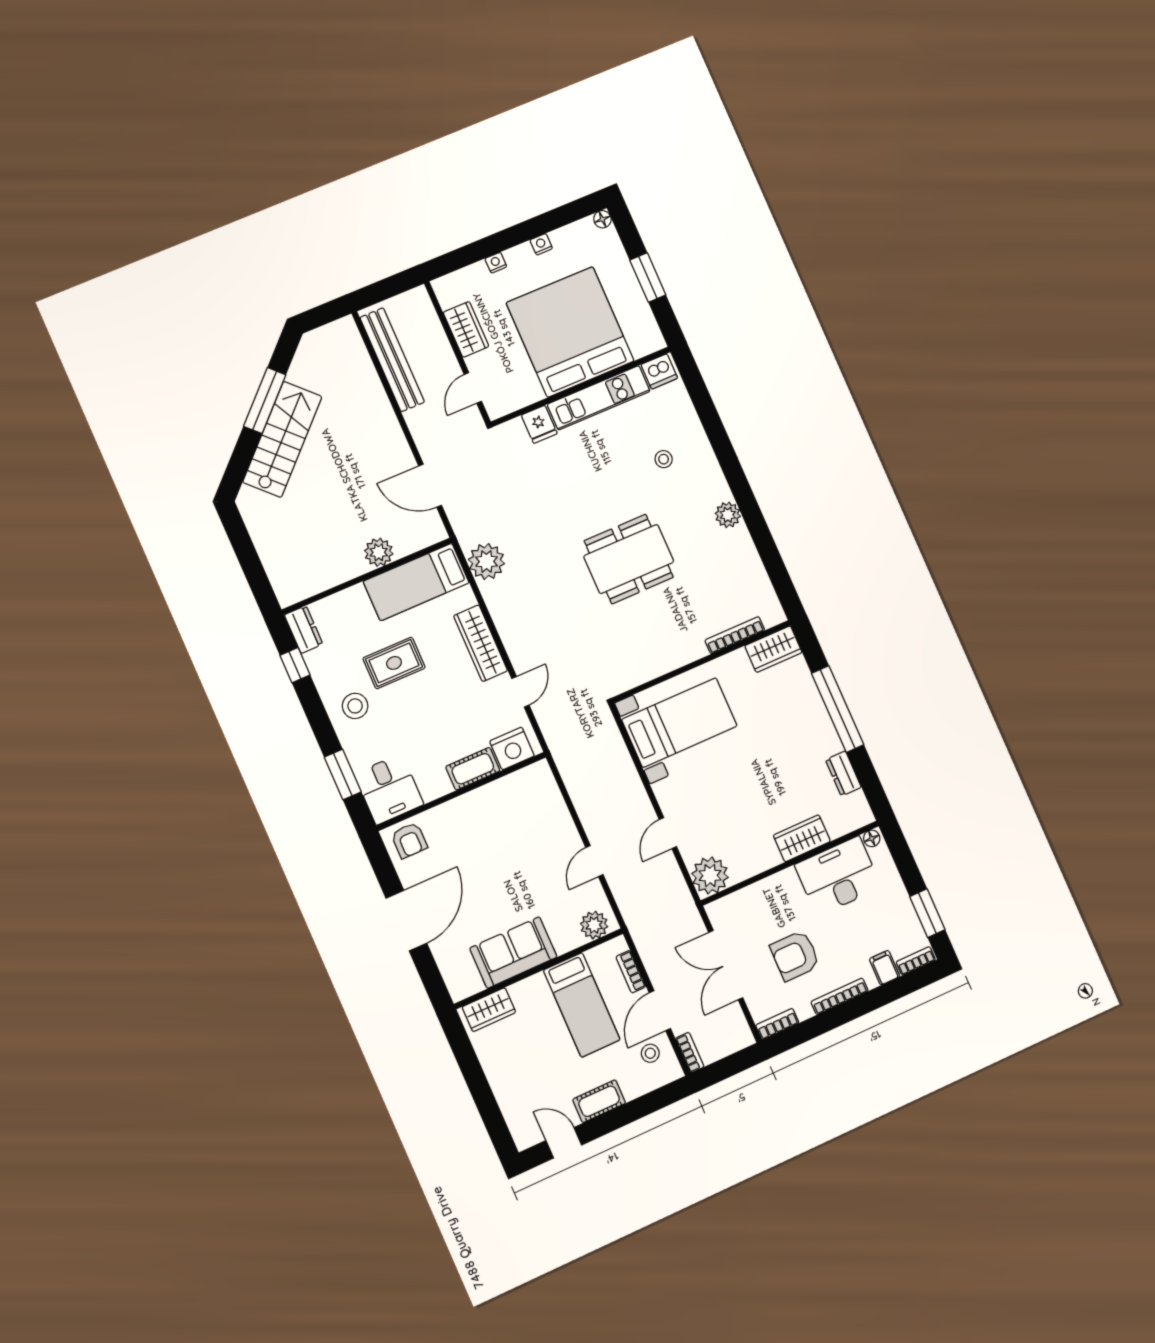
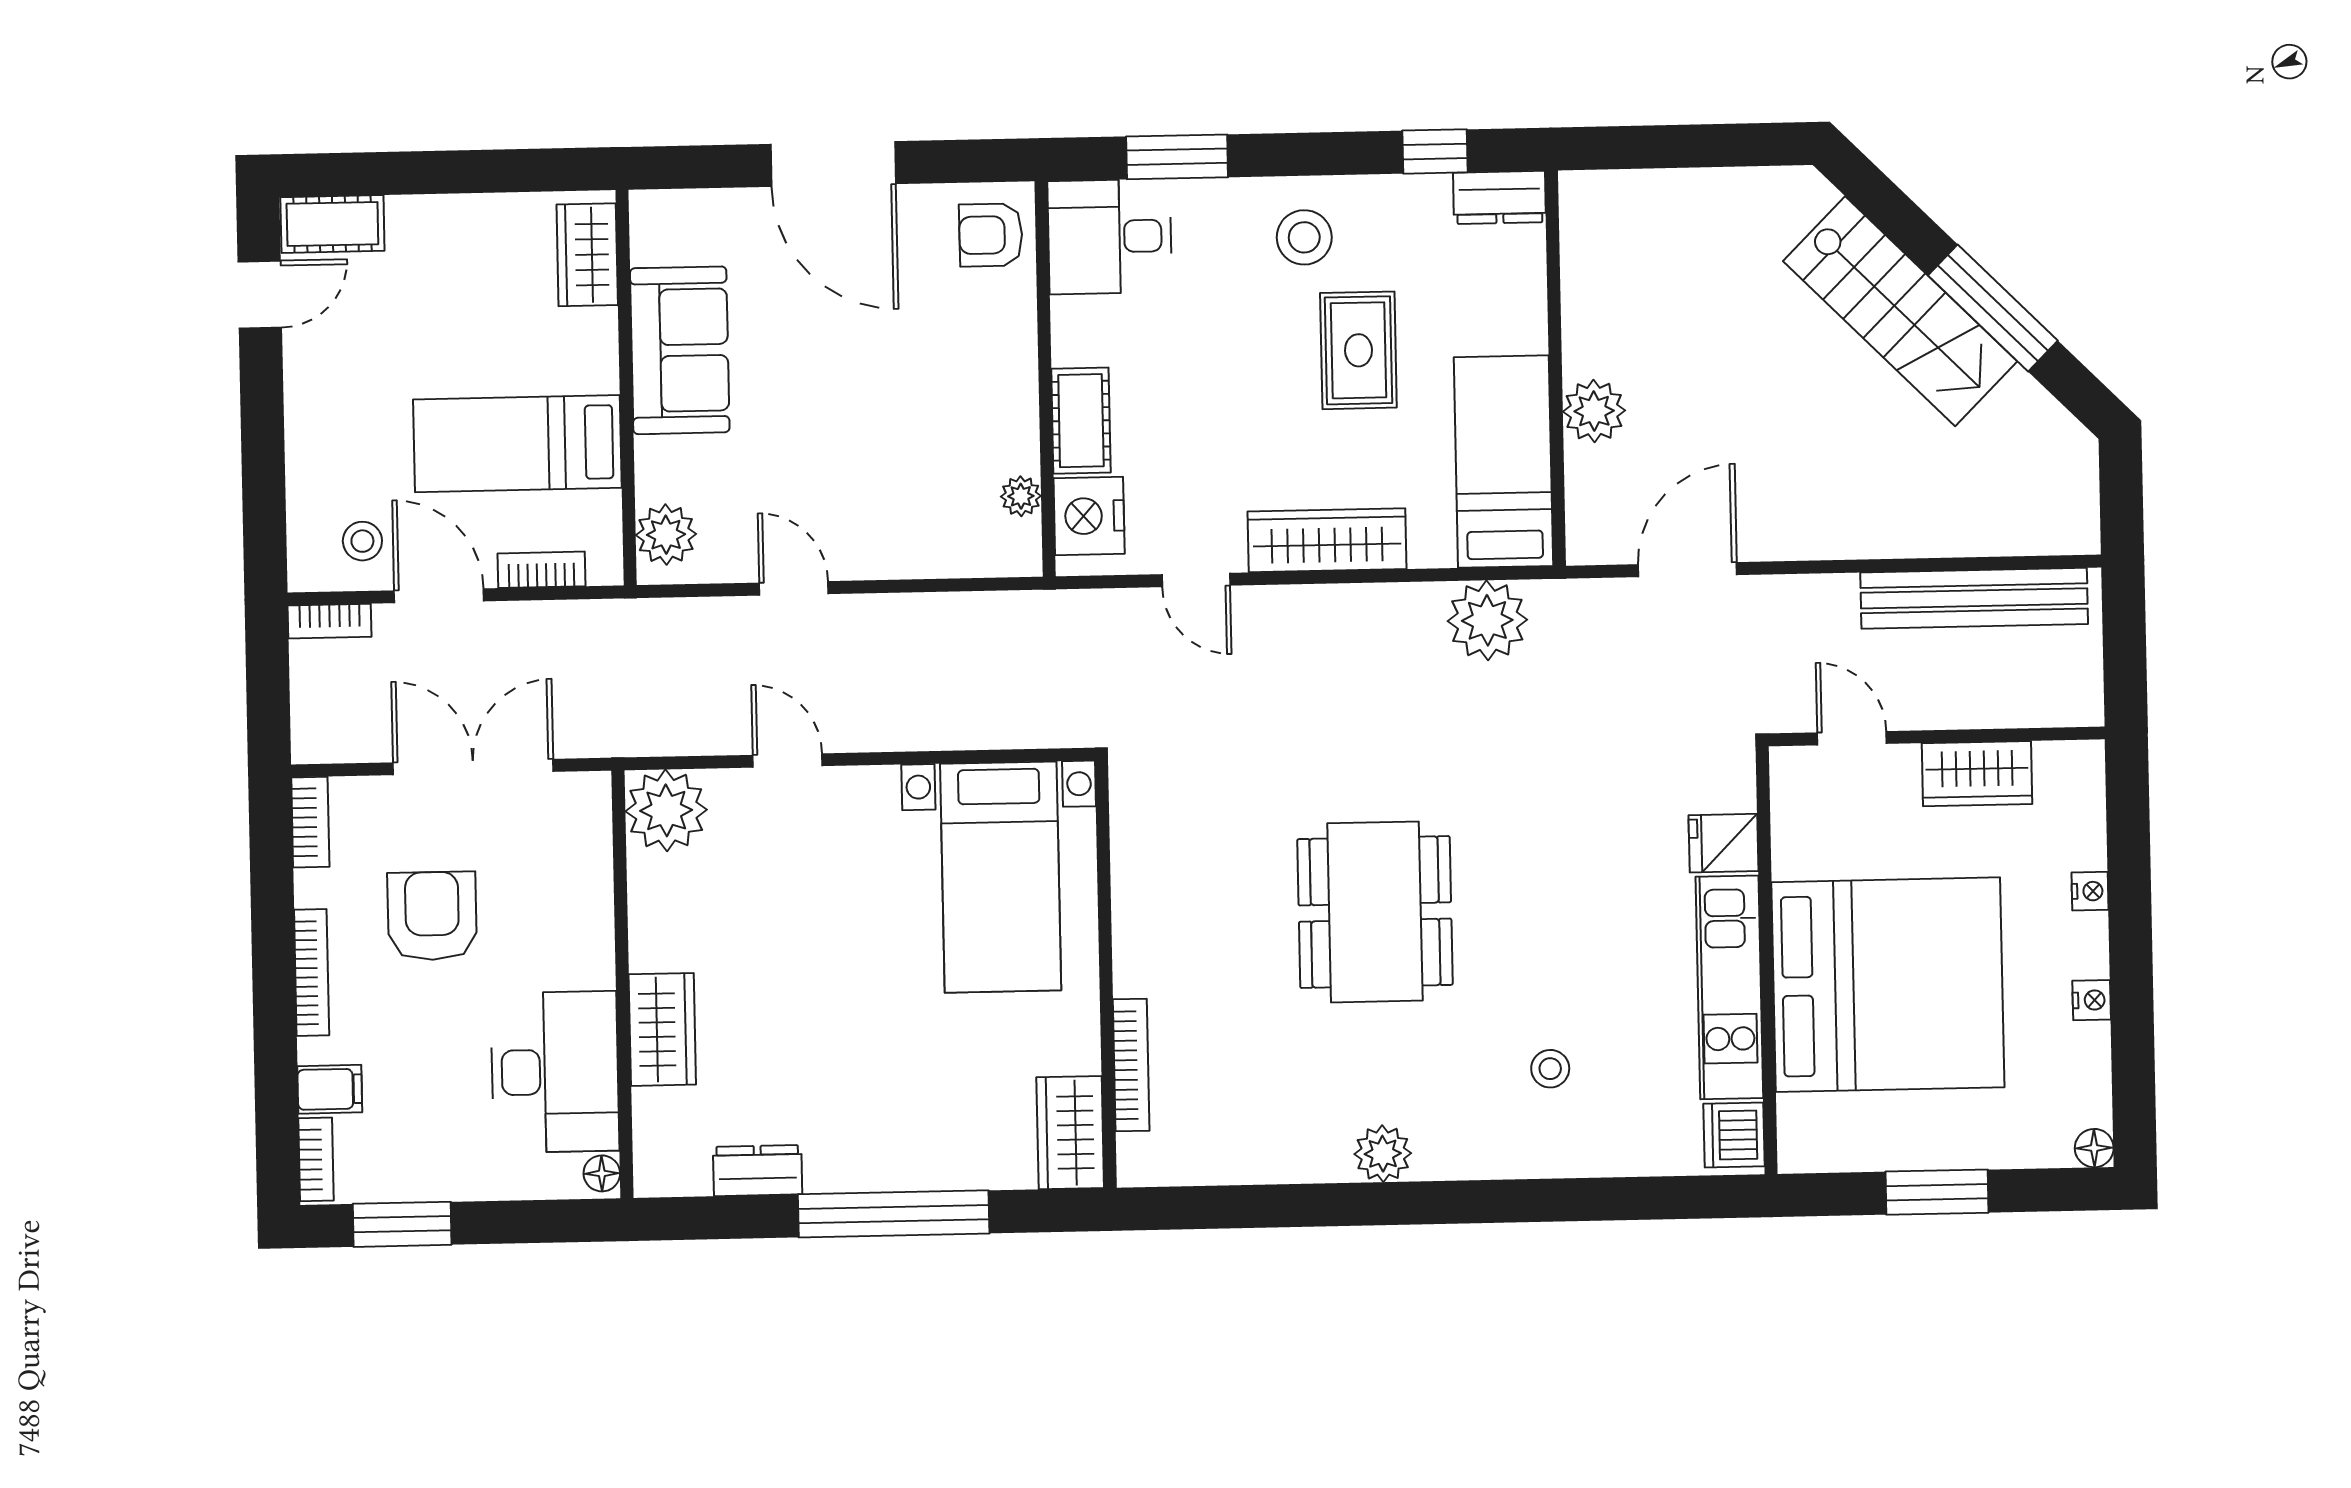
plant: (515, 781) -> (1021, 496), added
cot: (599, 1101) -> (332, 224), moved, turned 90

